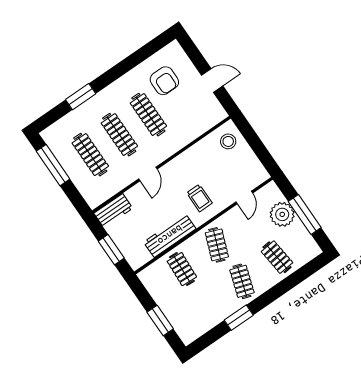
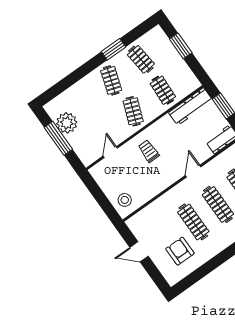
plant: (282, 214) -> (67, 123), moved
workbench: (170, 235) -> (191, 107), moved
clothes rail: (277, 257) -> (141, 59), moved

